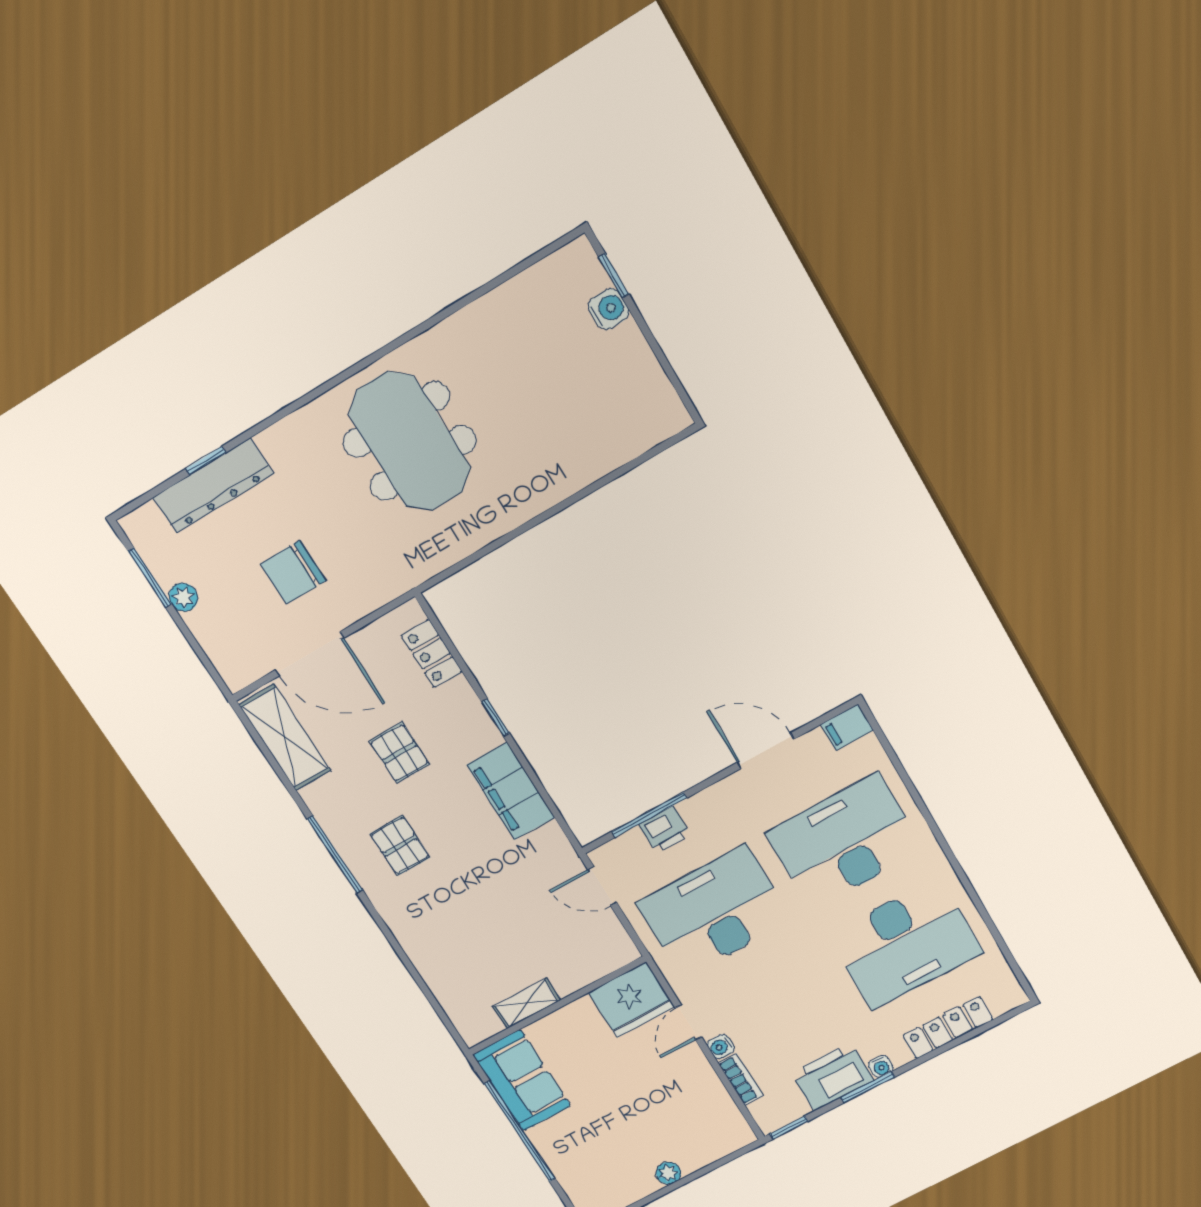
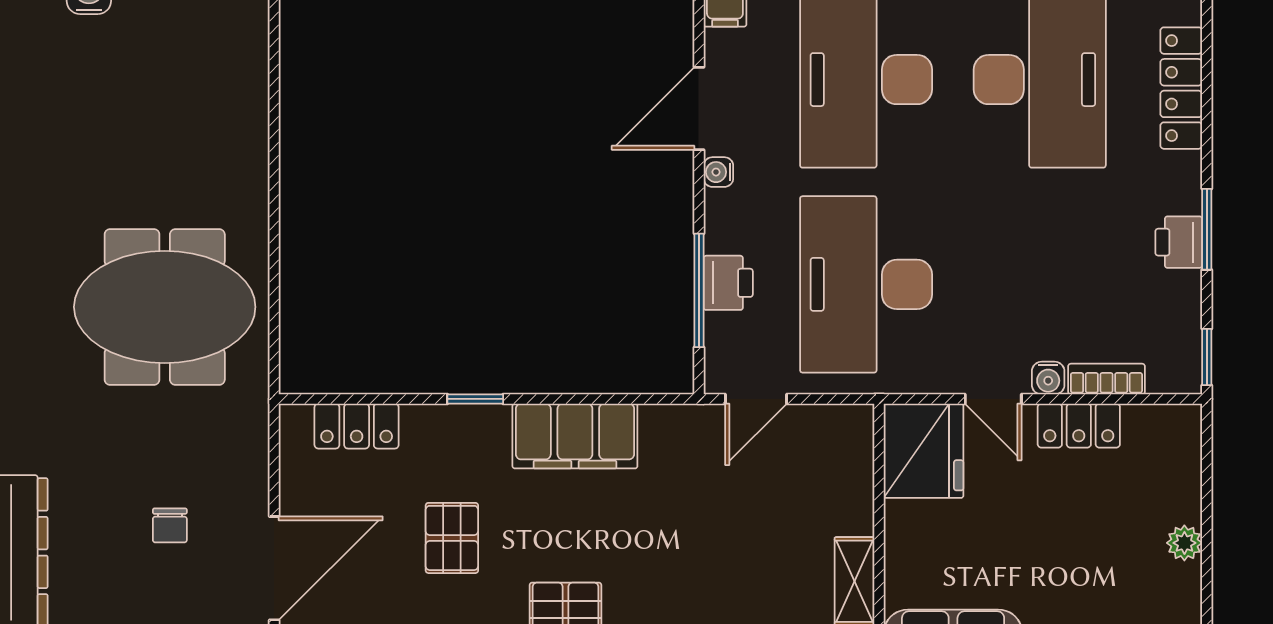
meeting table: (410, 441) -> (165, 307), moved
chair: (293, 572) -> (170, 525), width x0.54, depth x0.54
pallet: (399, 753) -> (452, 538), turned 90
water cooler: (881, 1066) -> (718, 172), moved, turned 180
printer: (832, 1077) -> (1179, 242), width x0.53, depth x0.68
locker: (702, 1079) -> (1079, 426), added

